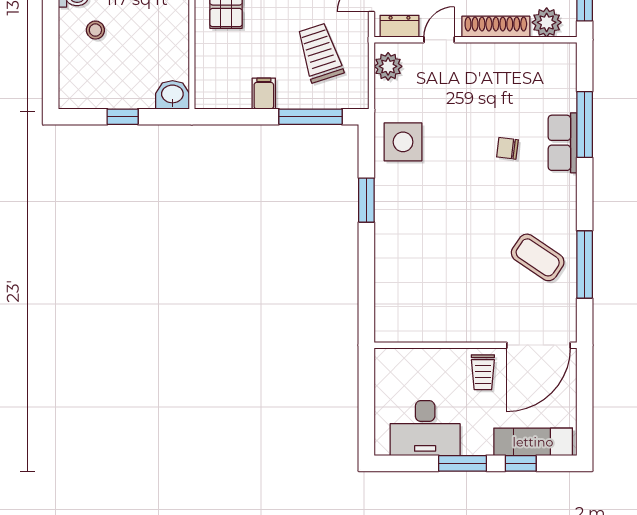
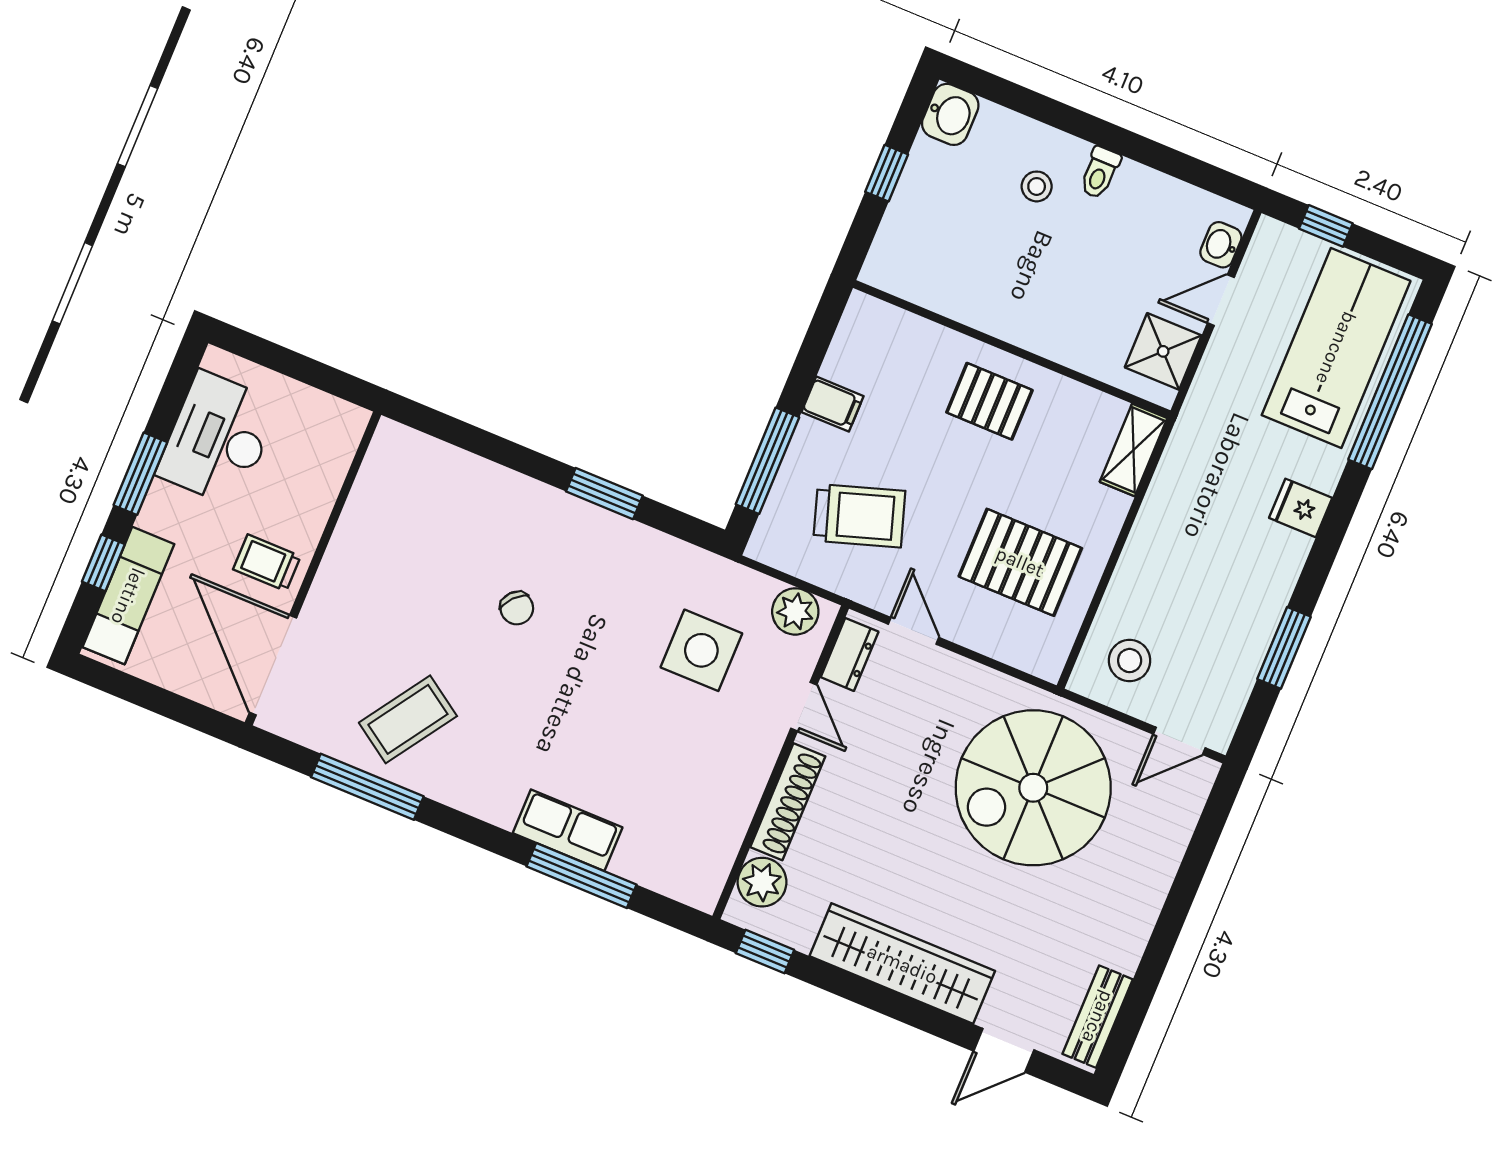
washbasin: (172, 95) -> (950, 114), moved
side table: (403, 142) -> (701, 650), moved
chair: (507, 148) -> (517, 608), moved, turned 125

